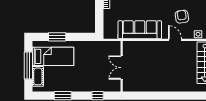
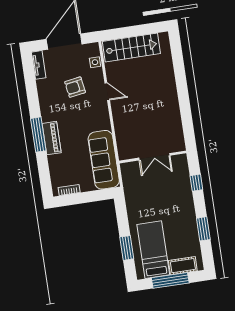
sofa: (140, 30) -> (104, 160), moved
door: (175, 40) -> (107, 92), swing flipped

